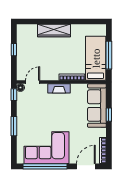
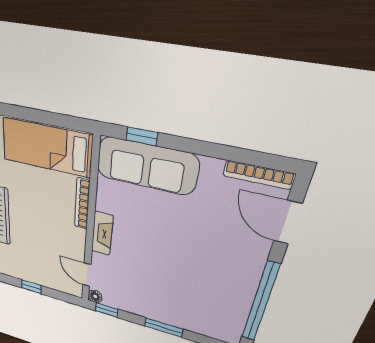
window: (109, 55) -> (41, 117), removed
window: (109, 115) -> (142, 136), moved
corner sofa: (46, 148) -> (220, 288), removed

